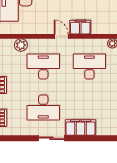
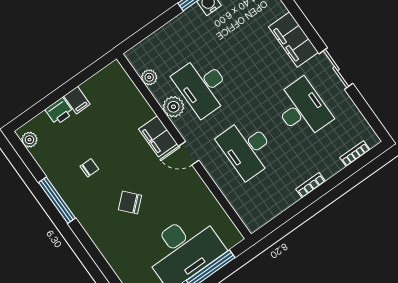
door: (61, 36) -> (189, 153), hinge flipped
plant: (21, 45) -> (173, 107), moved

